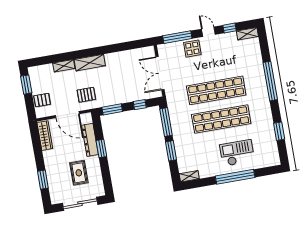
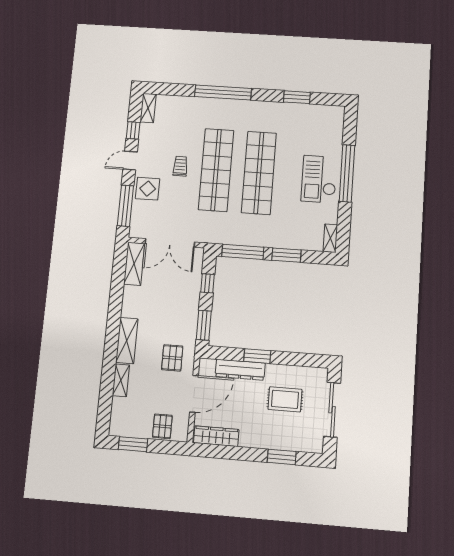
shelving: (140, 54) -> (134, 264), added
trolley: (213, 66) -> (180, 166), added
checkout: (237, 153) -> (319, 179), moved

